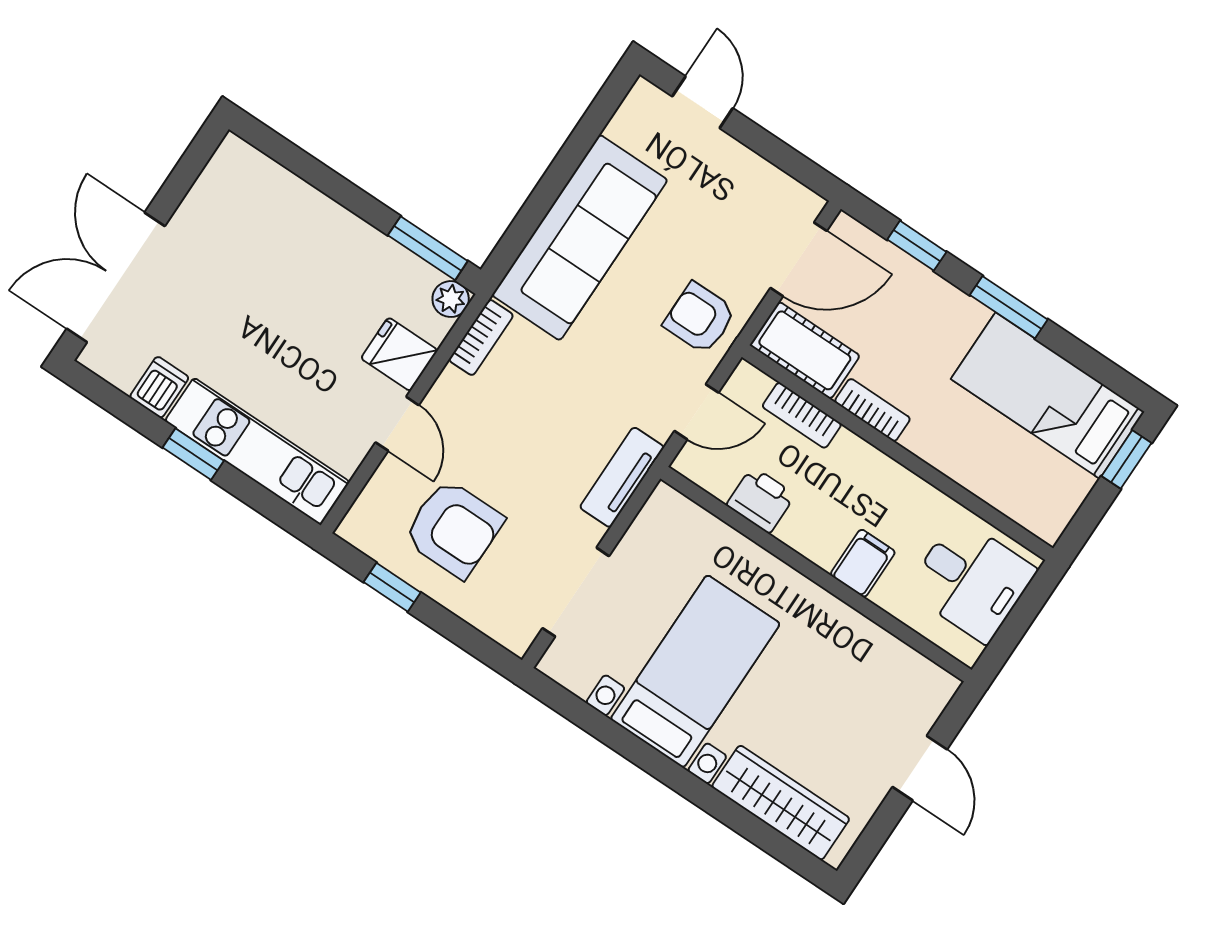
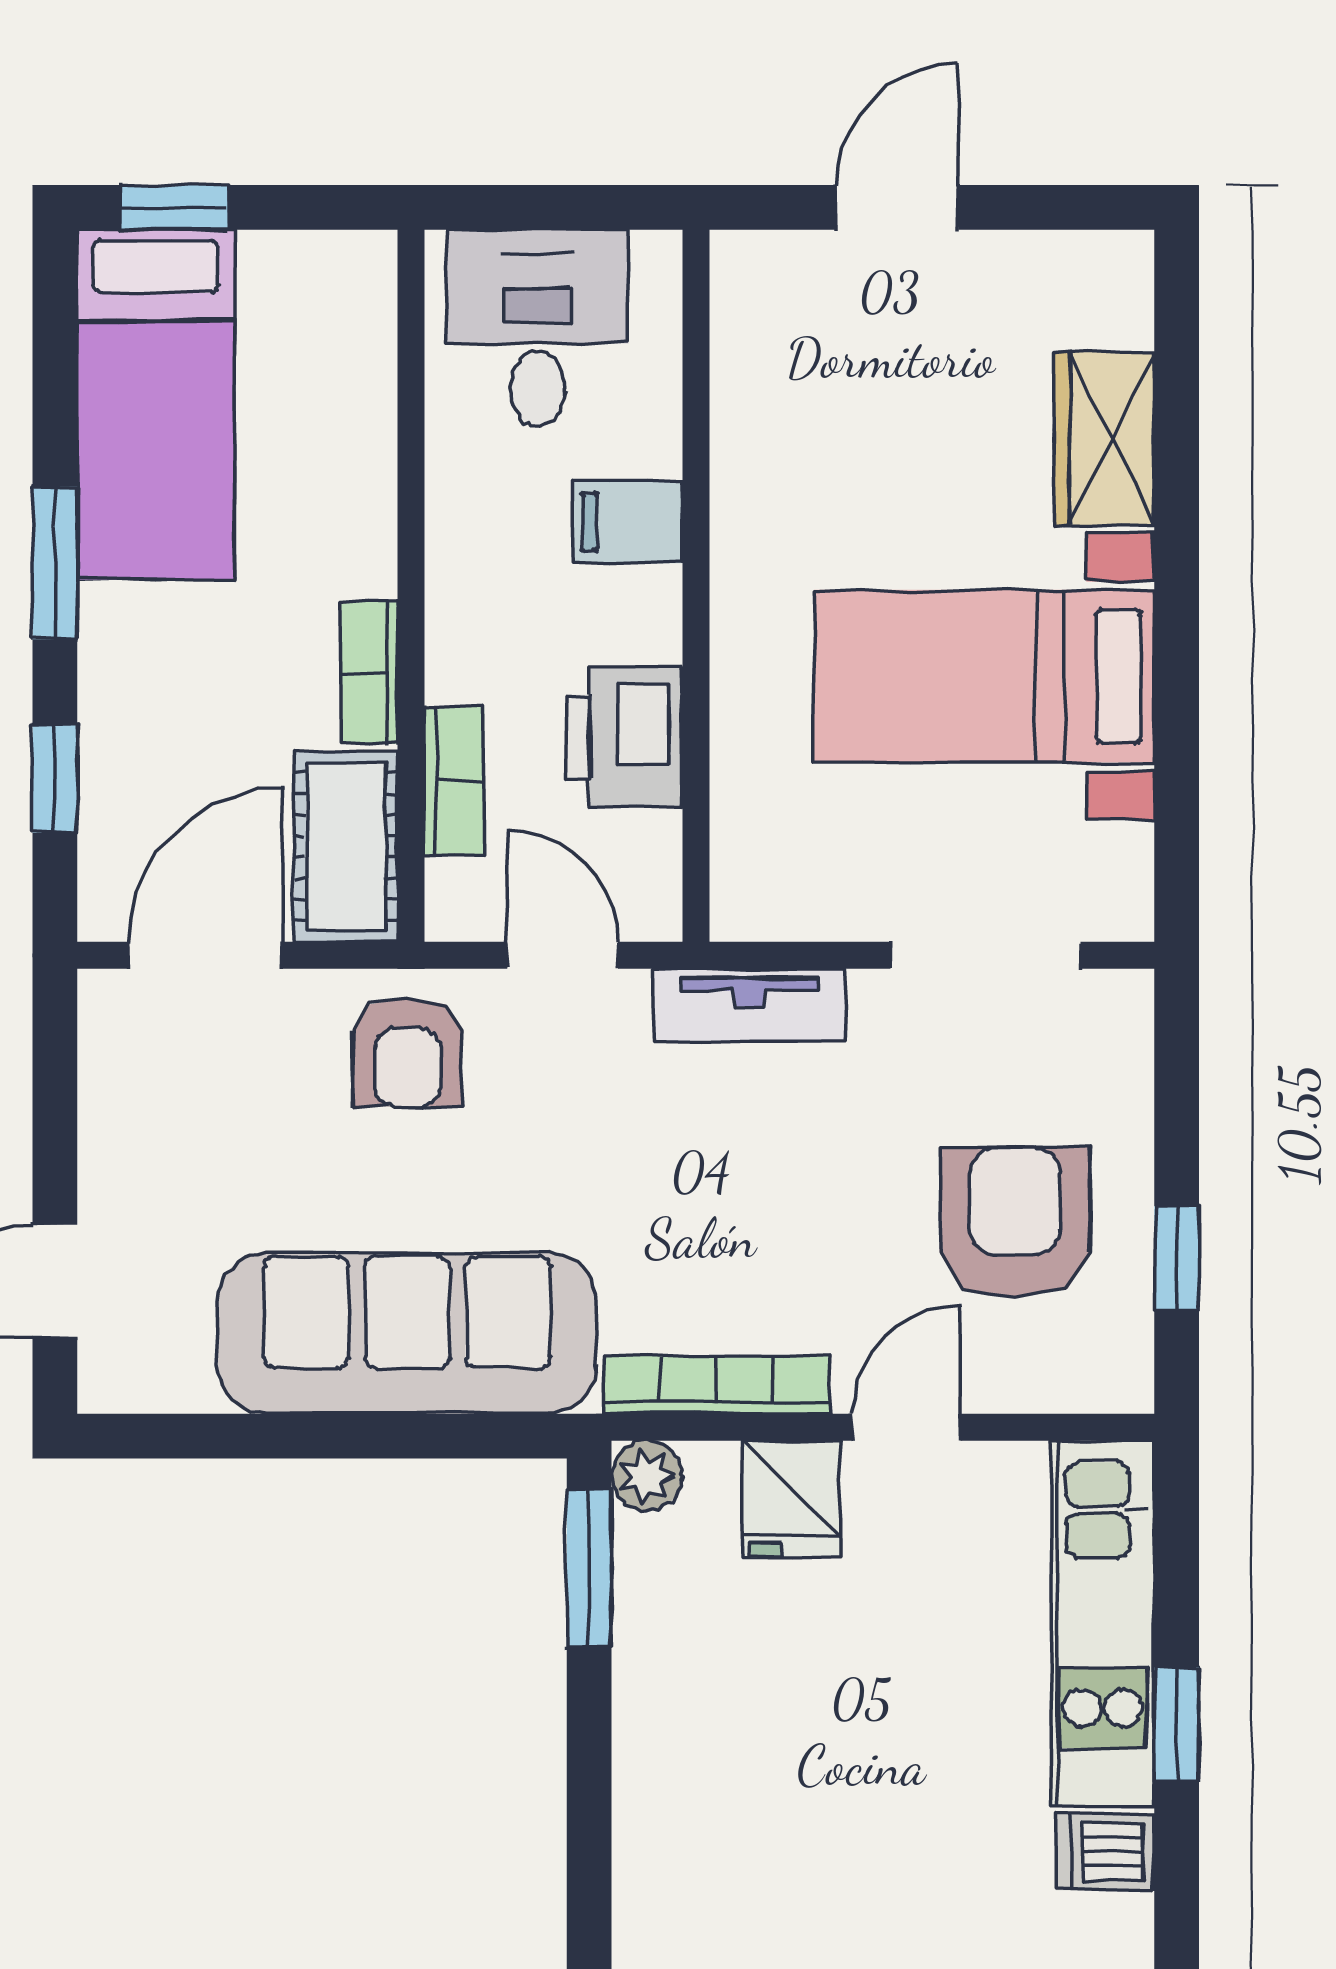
door: (799, 259) -> (205, 955), hinge flipped
bookcase: (481, 337) -> (717, 1385), width x1.56
printer: (761, 500) -> (624, 737), width x1.36, depth x1.24
wardrobe: (781, 803) -> (1104, 439), width x0.67

